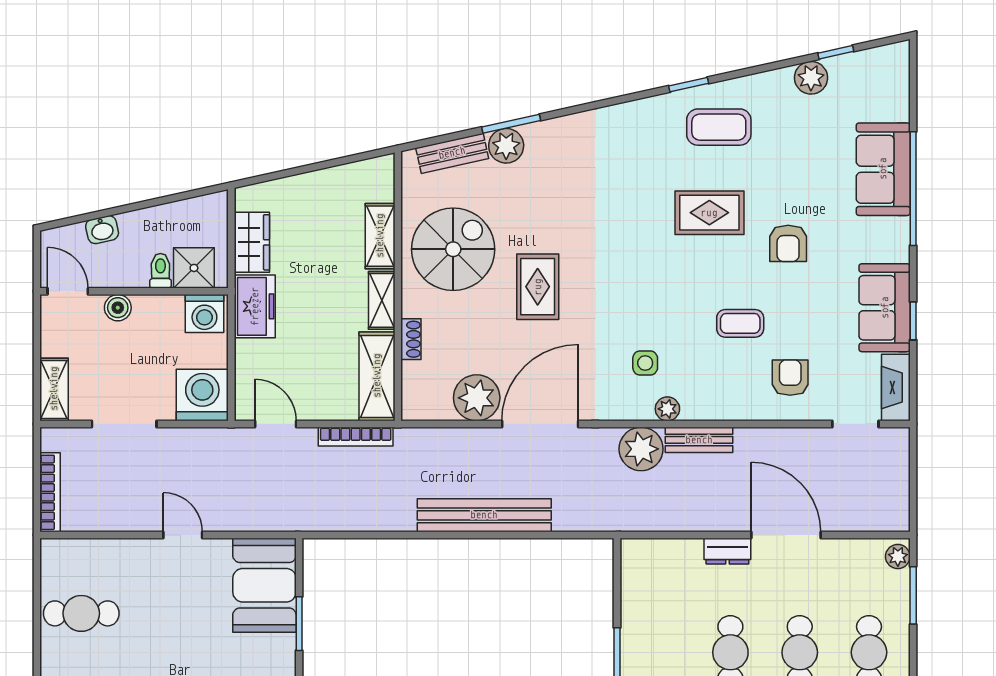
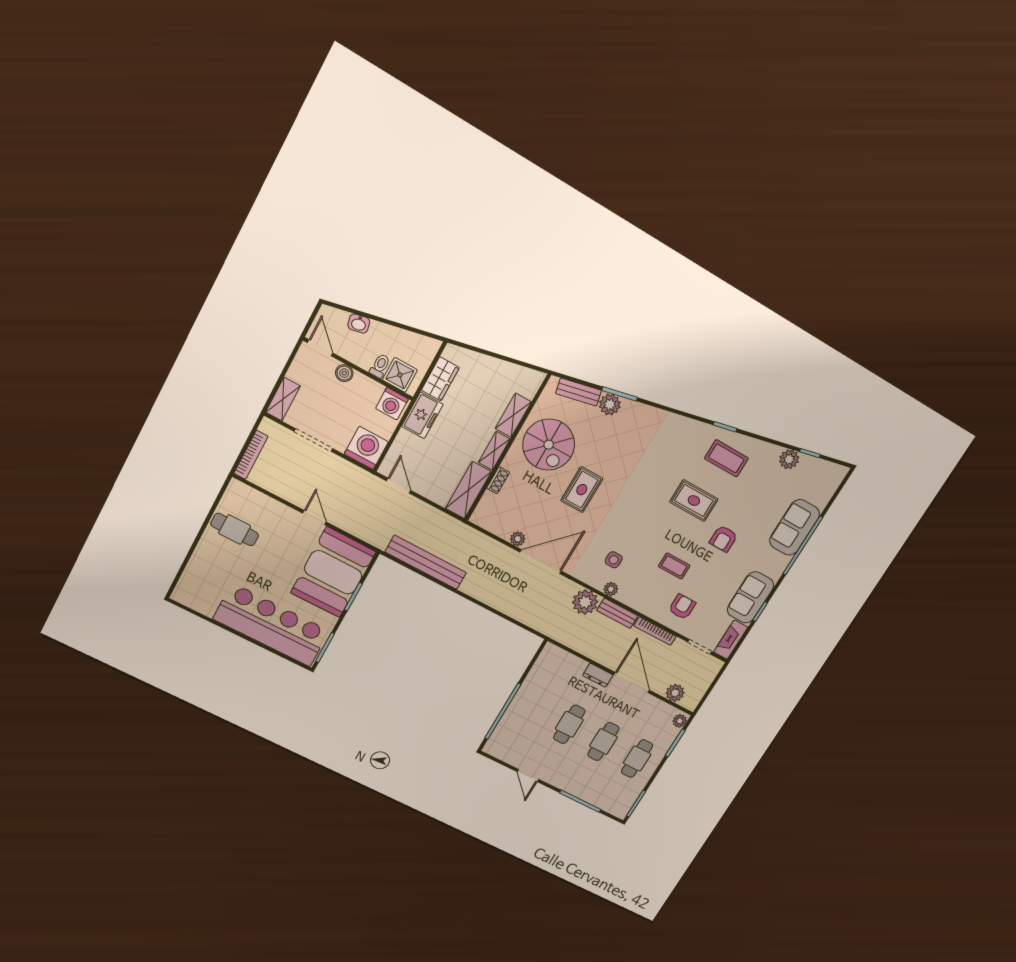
spiral stairs: (453, 249) -> (549, 445), turned 90
plant: (477, 398) -> (518, 539), width x0.53, depth x0.53
bookcase: (356, 437) -> (655, 631), moved
bench: (484, 515) -> (426, 562), moved
plant: (863, 516) -> (675, 693), added
booth: (264, 585) -> (333, 572), width x1.36, depth x1.42

